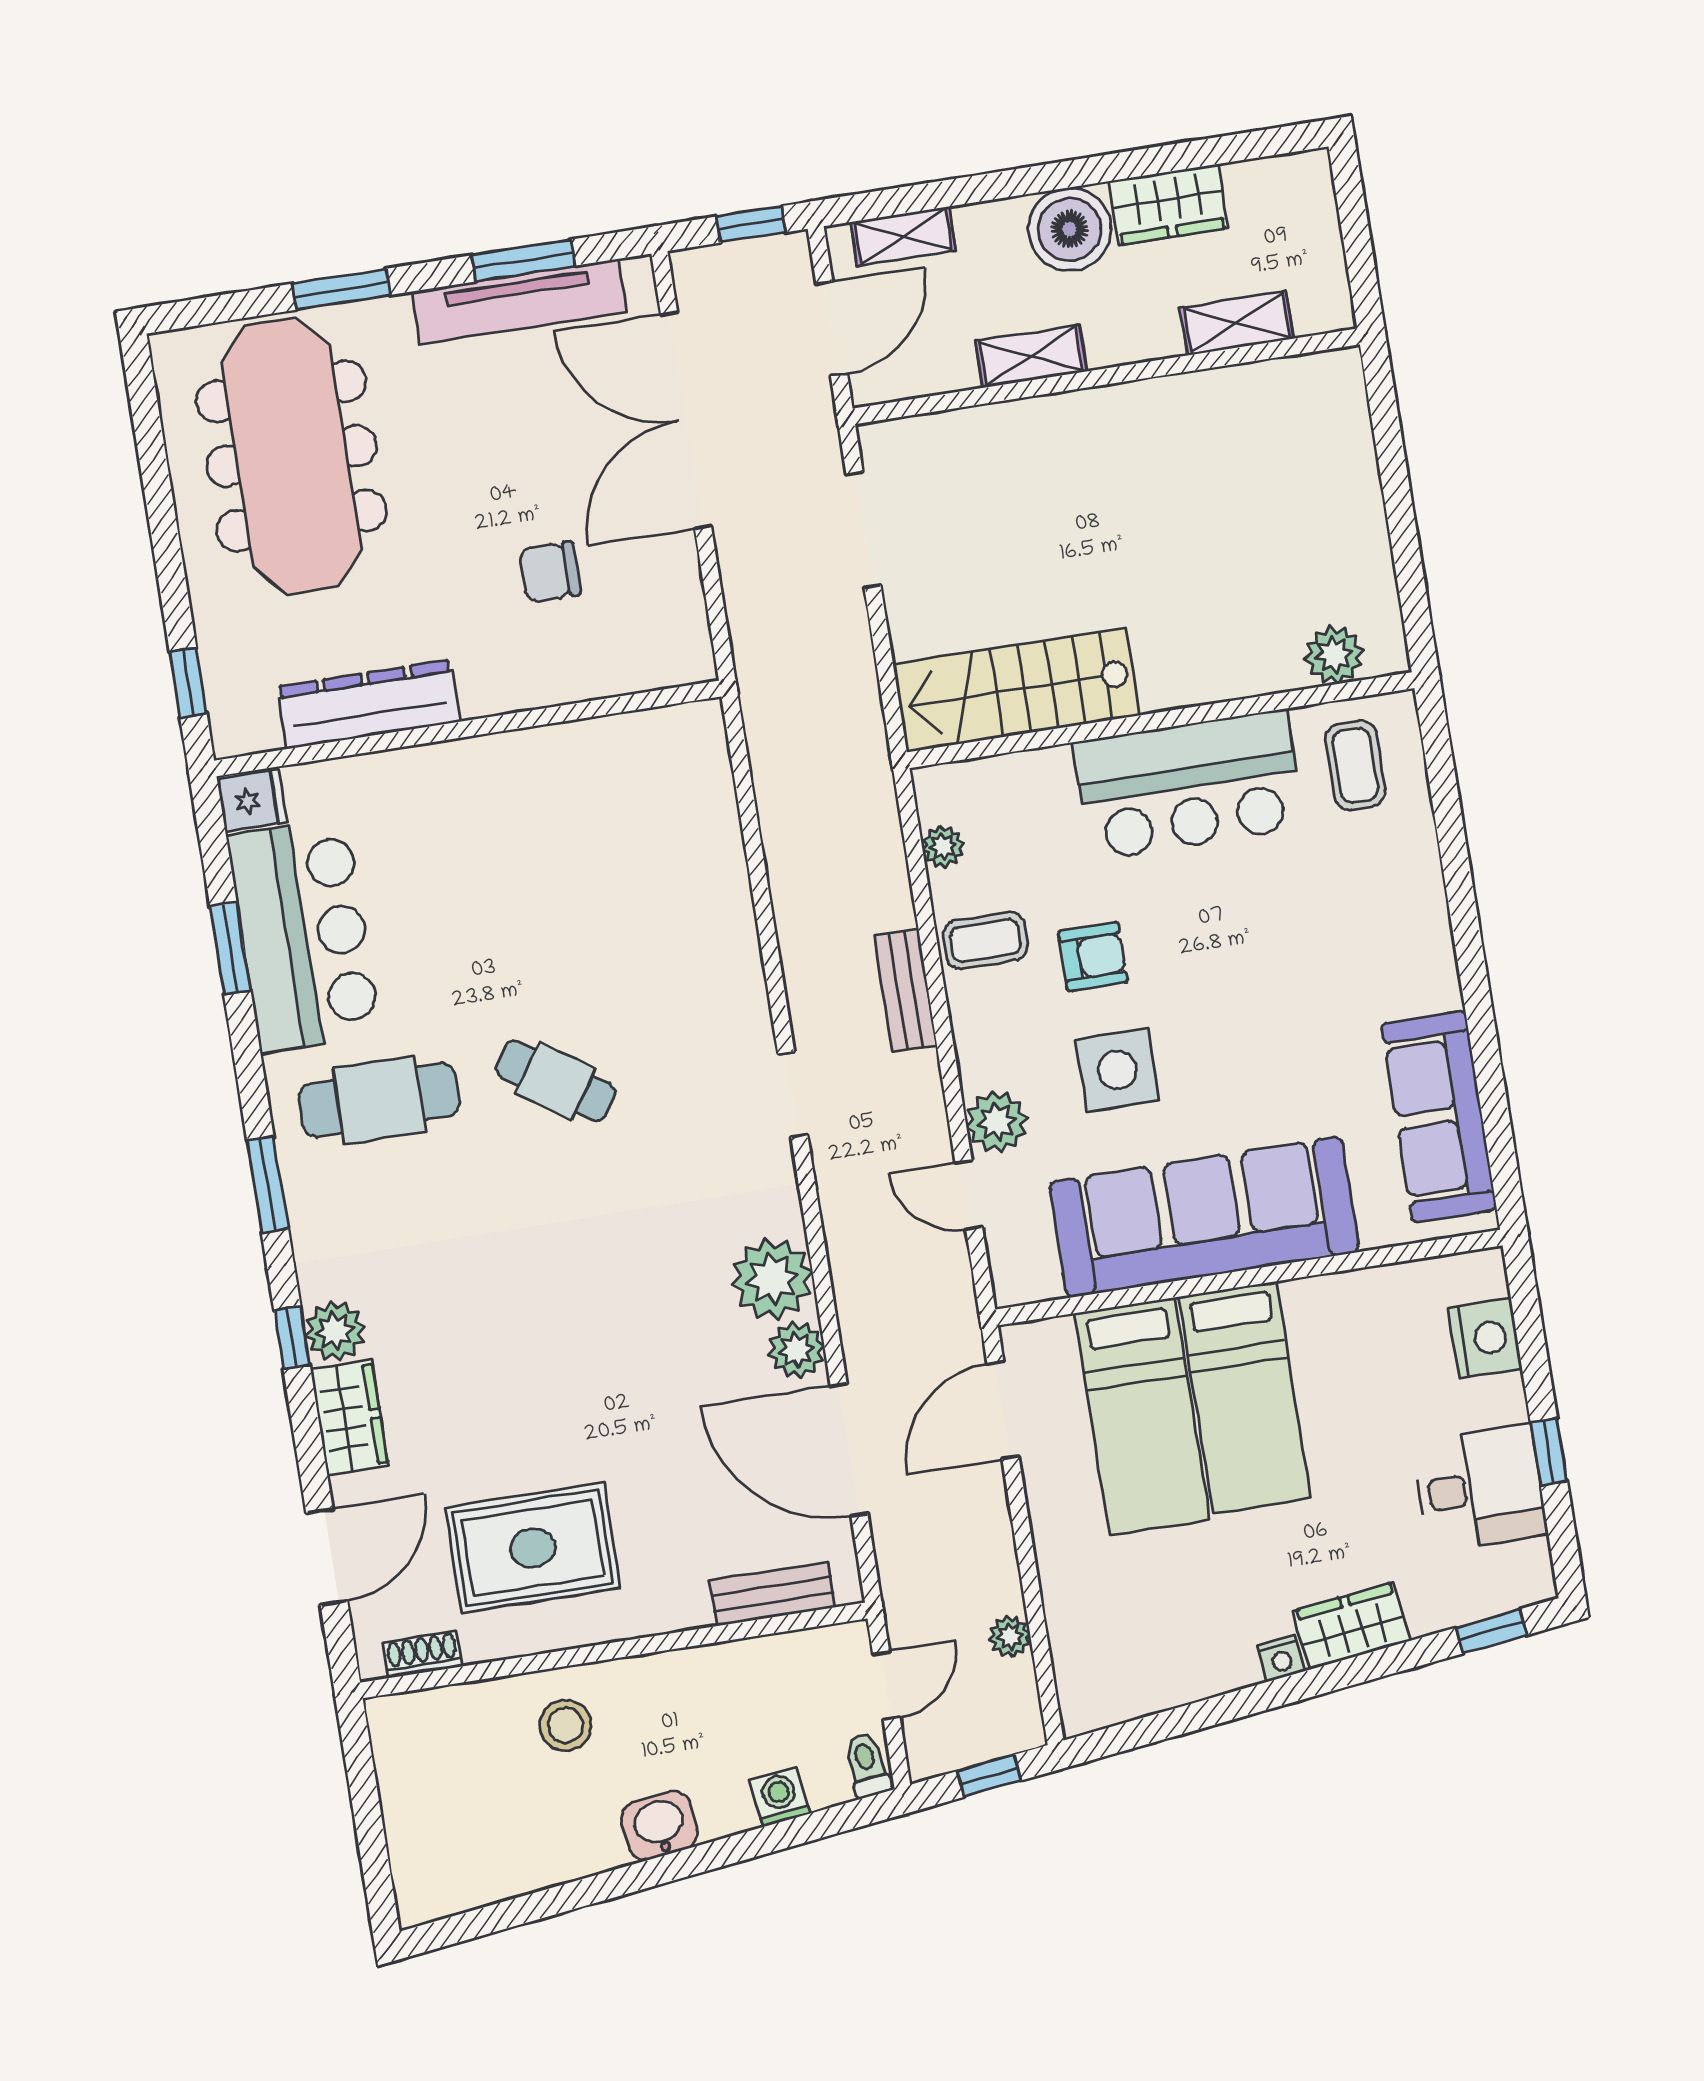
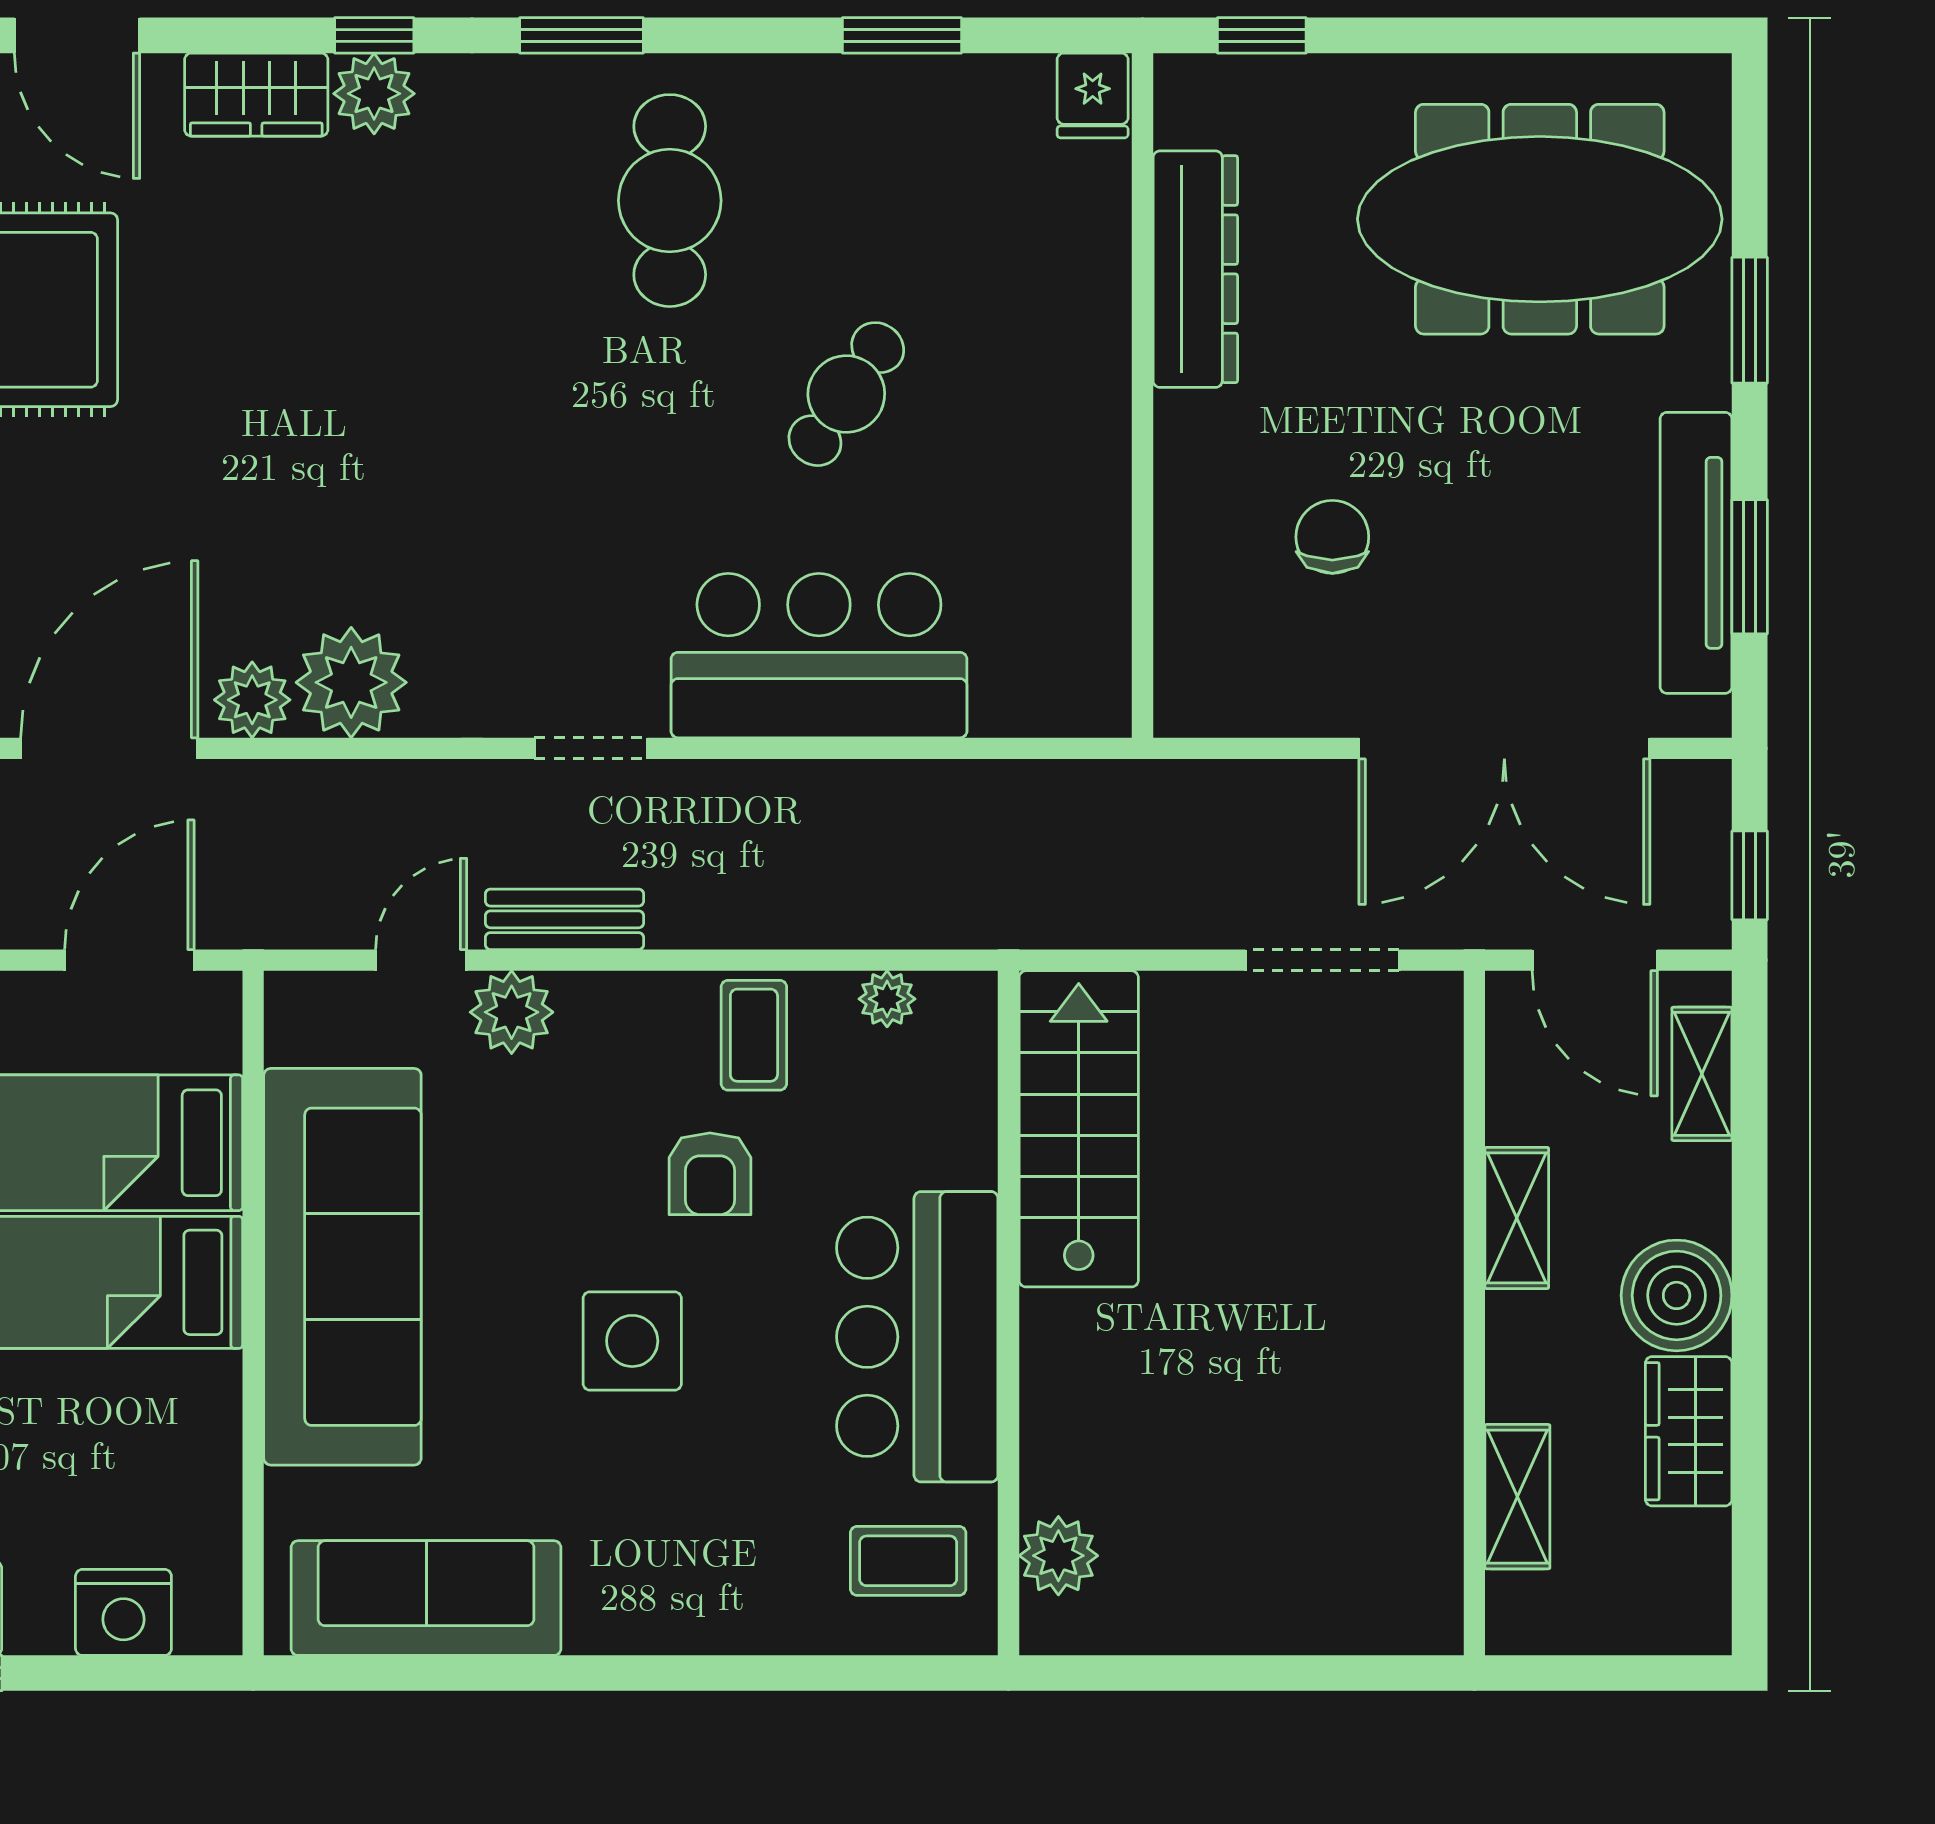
double door: (686, 420) -> (1504, 748), swing flipped
bar counter: (304, 935) -> (819, 656), moved, turned 180
bench: (906, 990) -> (565, 919), moved
side table: (1117, 1070) -> (632, 1341), moved
cafe table: (556, 1081) -> (846, 394), moved
door: (1003, 1410) -> (129, 960), hinge flipped

